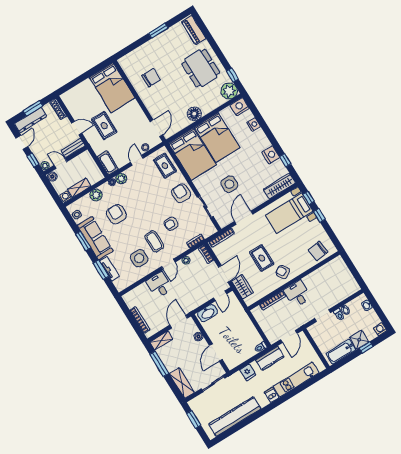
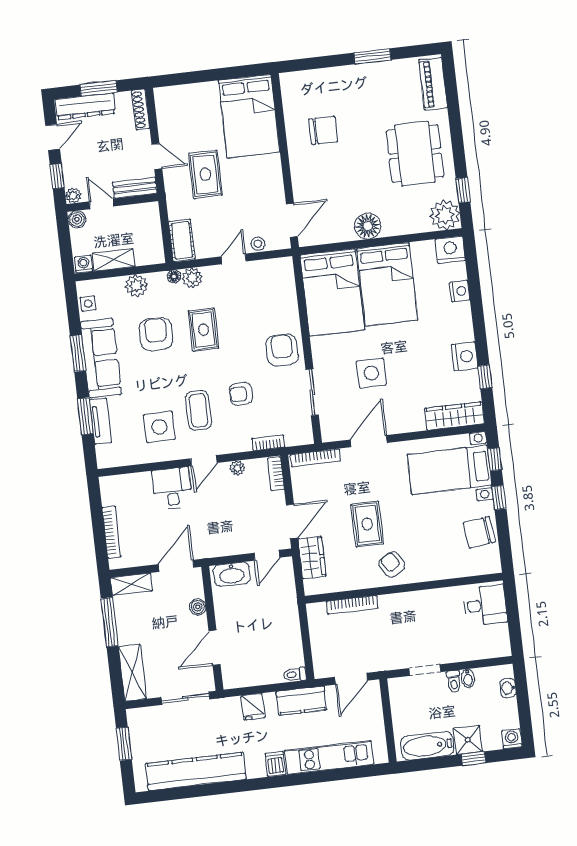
rug: (165, 166) -> (204, 330), moved
chair: (318, 251) -> (479, 532), moved
desk: (298, 294) -> (485, 605), moved, turned 90

